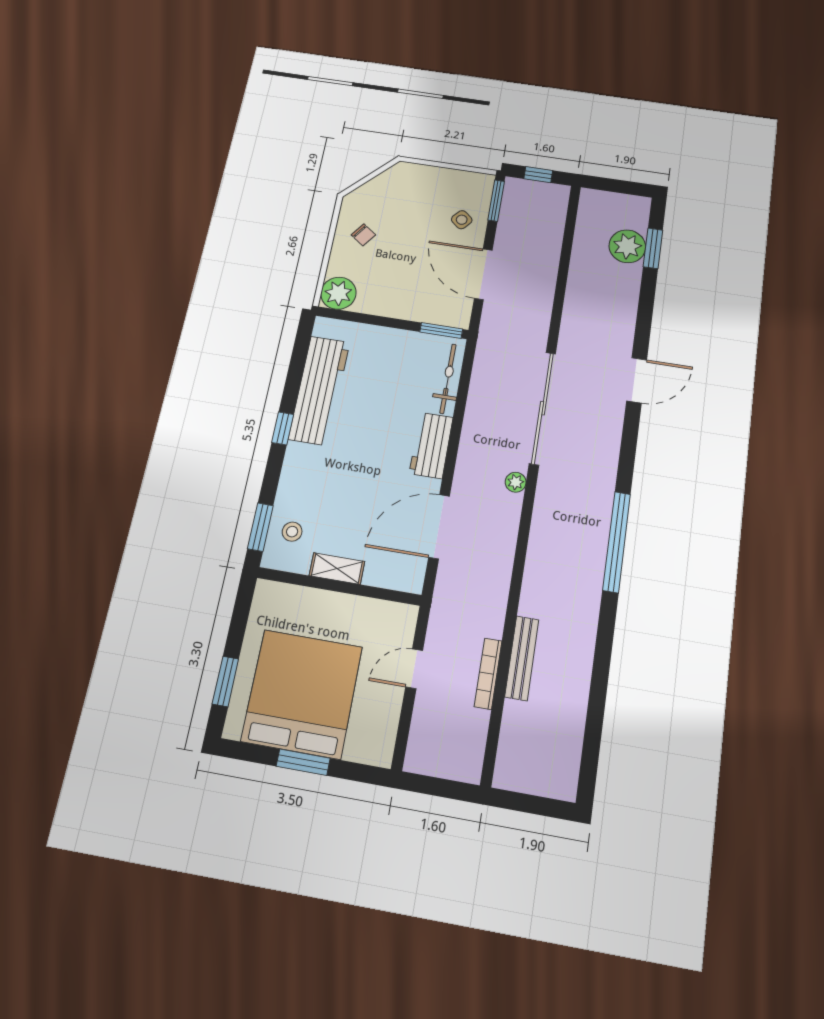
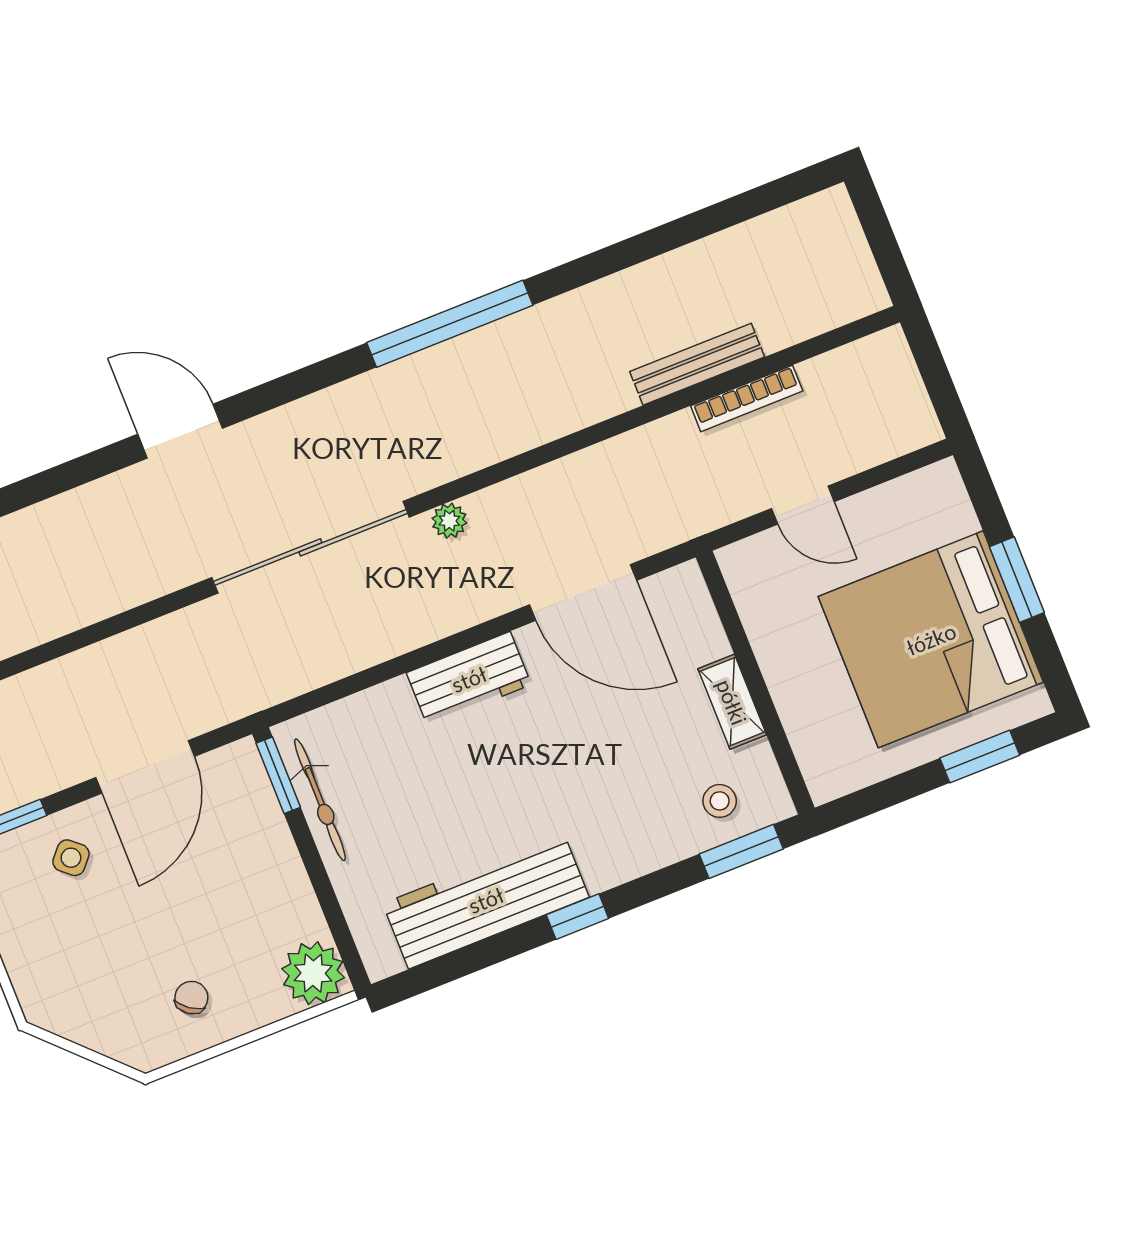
bicycle: (448, 379) -> (320, 800), moved, turned -90

